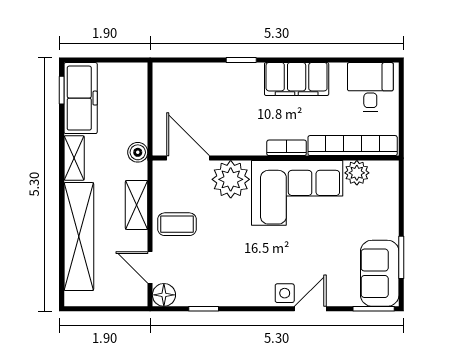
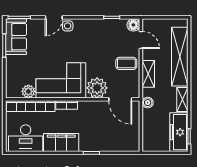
desk: (370, 87) -> (26, 138), width x1.37

